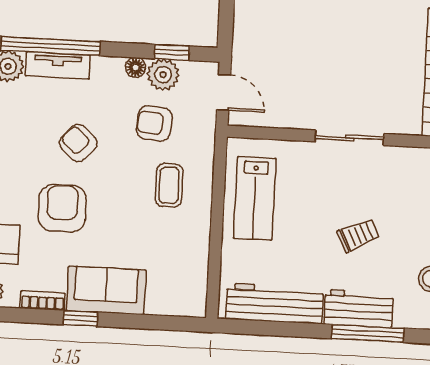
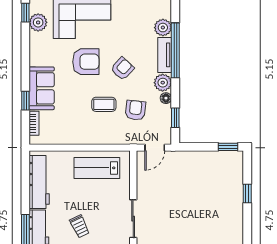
plant: (163, 75) -> (163, 83), moved
coffee table: (169, 185) -> (104, 104), moved
bookcase: (43, 301) -> (34, 123), moved
window: (81, 318) -> (25, 101), moved

